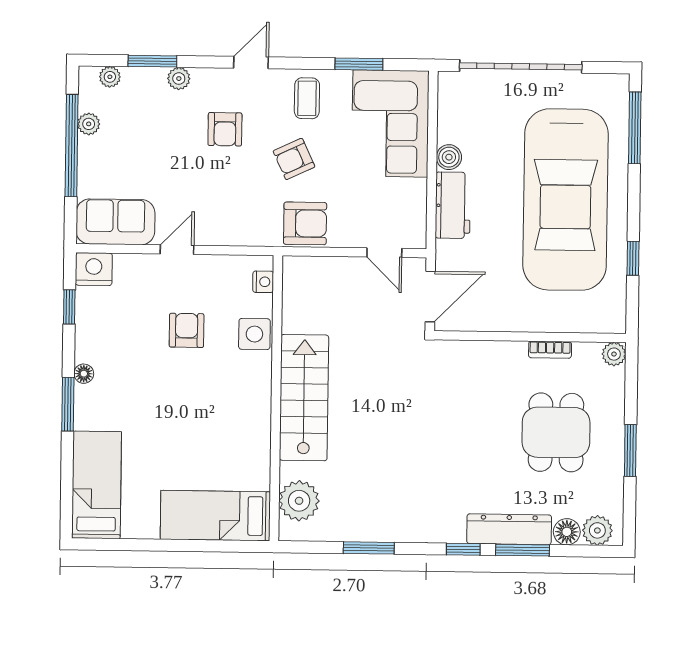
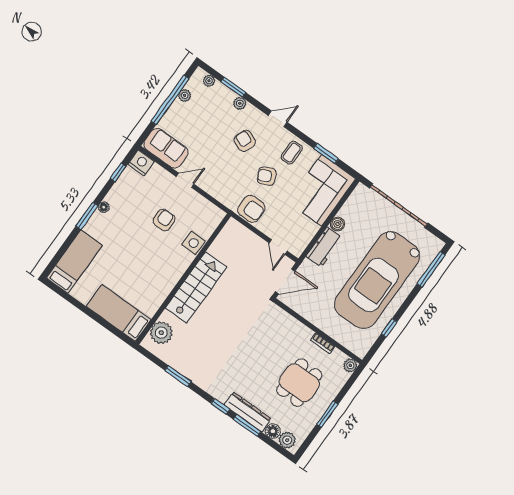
armchair: (225, 129) -> (245, 141), turned 113
nightstand: (263, 282) -> (214, 222), removed

